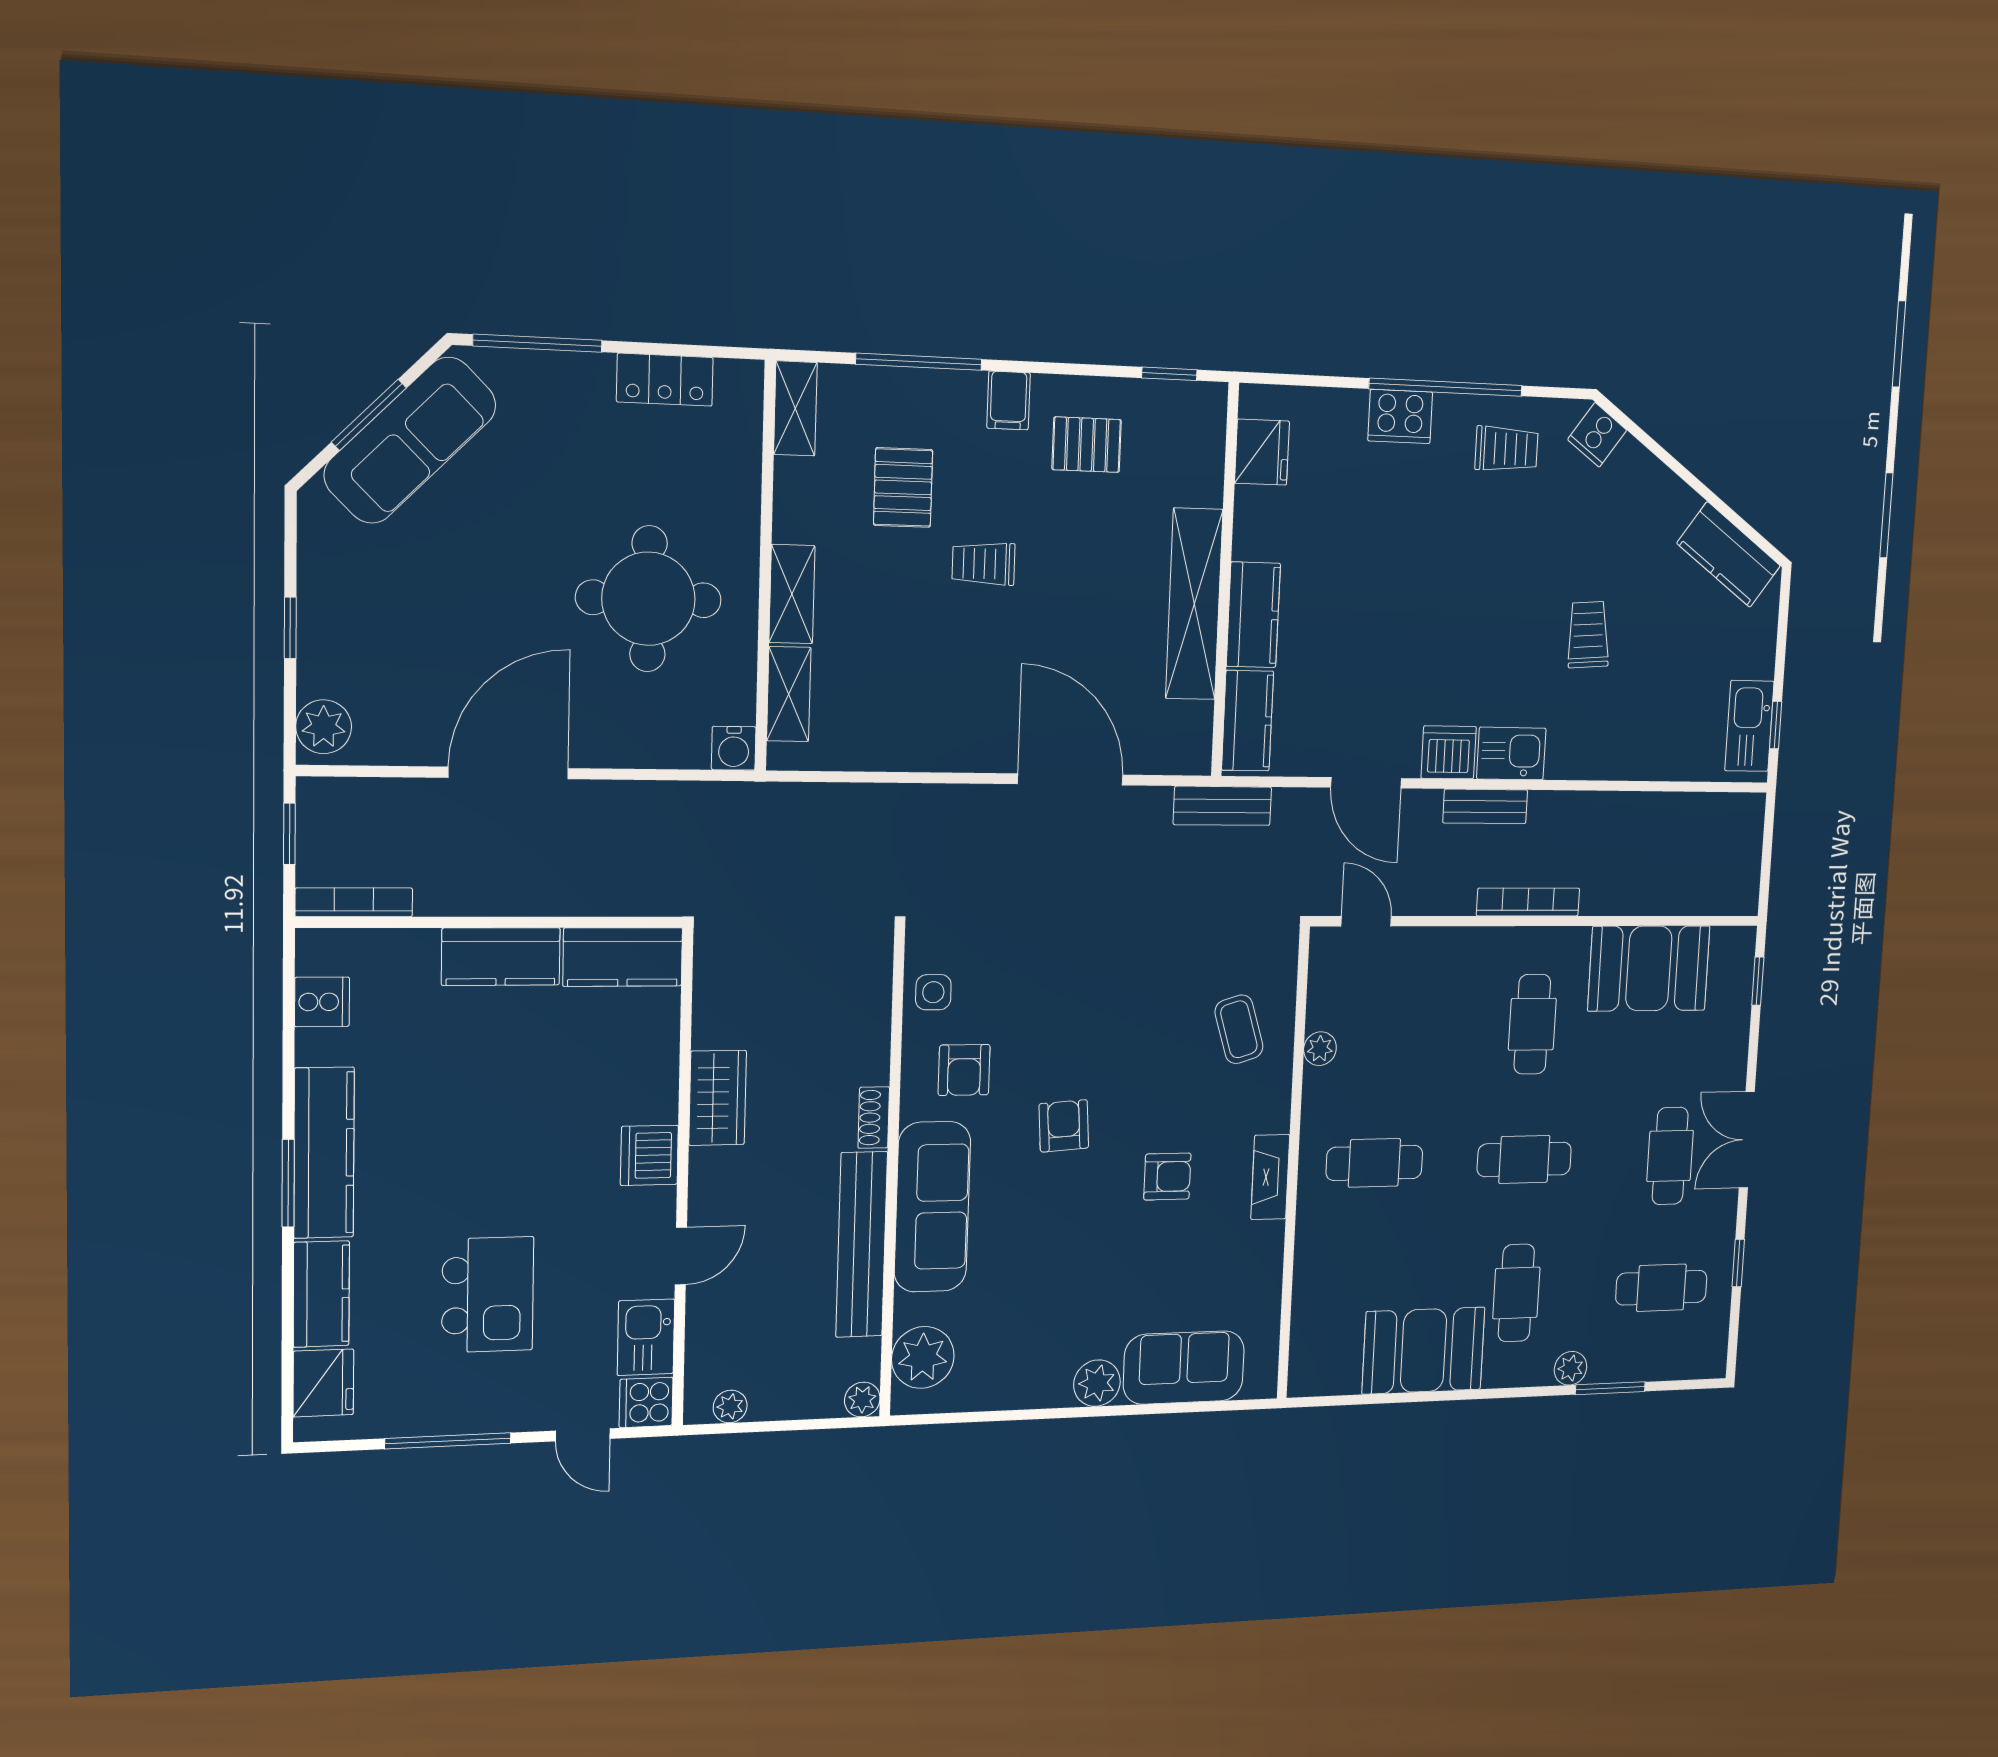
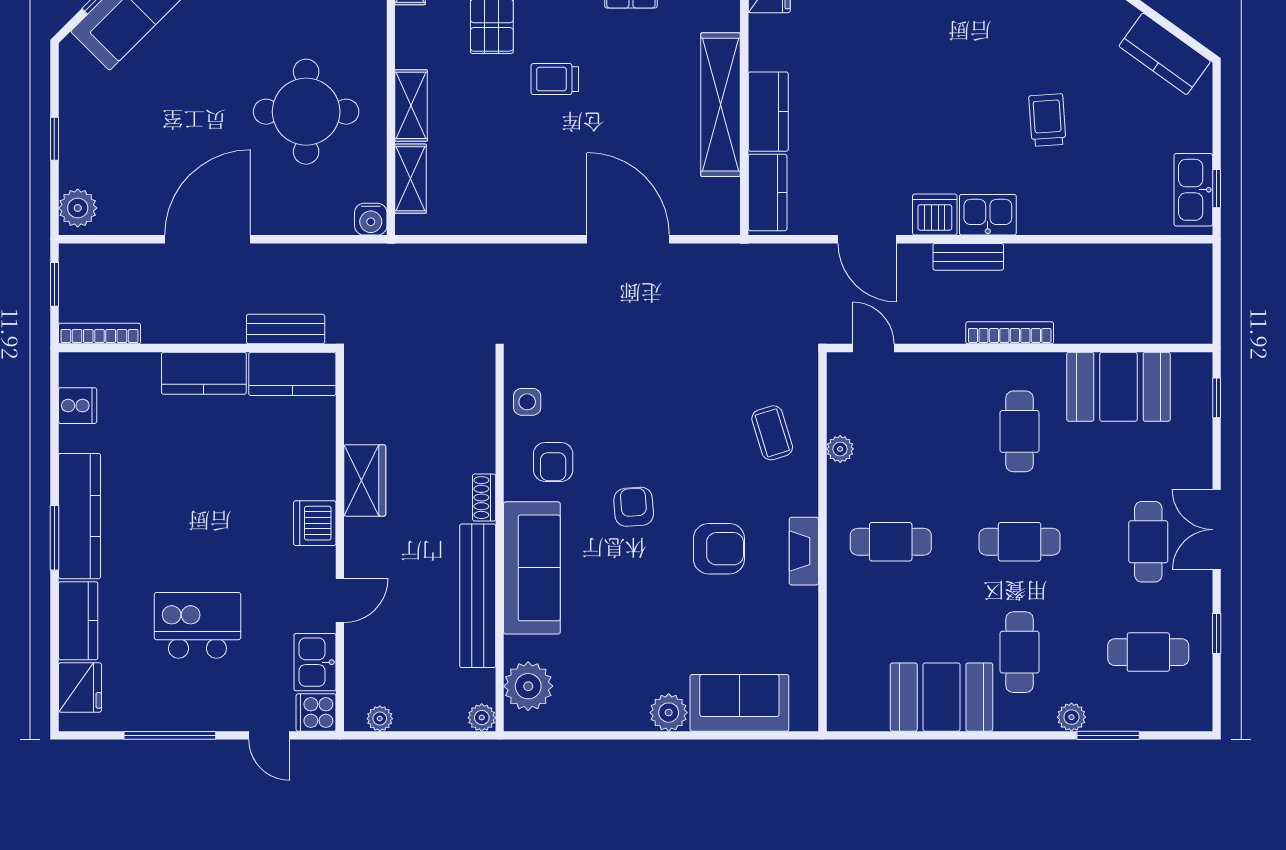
bench: (1222, 806) -> (286, 329), moved
armchair: (1167, 1177) -> (719, 549), width x1.38, depth x1.38
kitchen island: (488, 1295) -> (197, 625), turned -90

